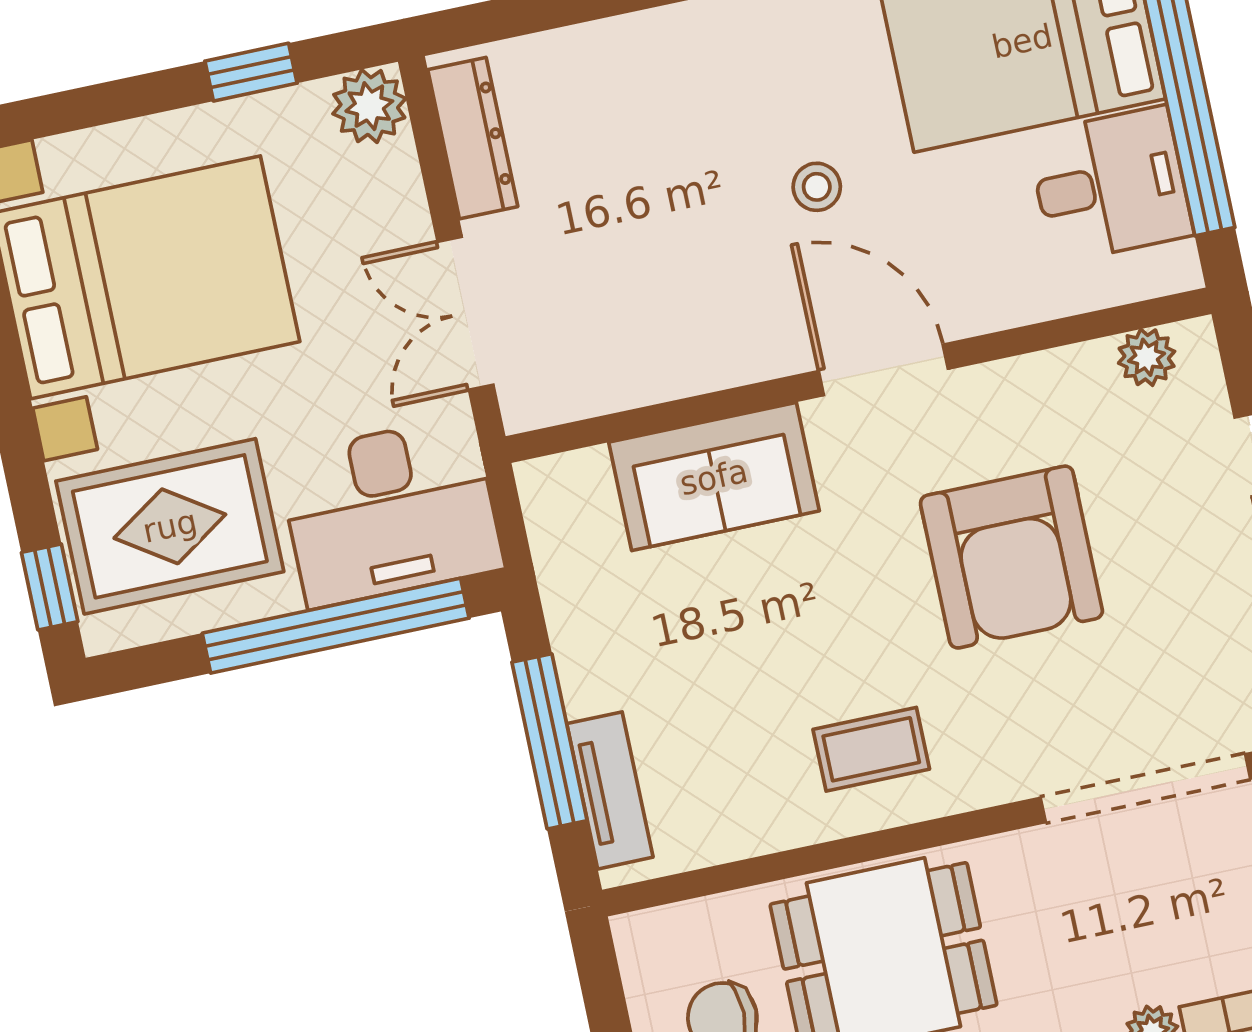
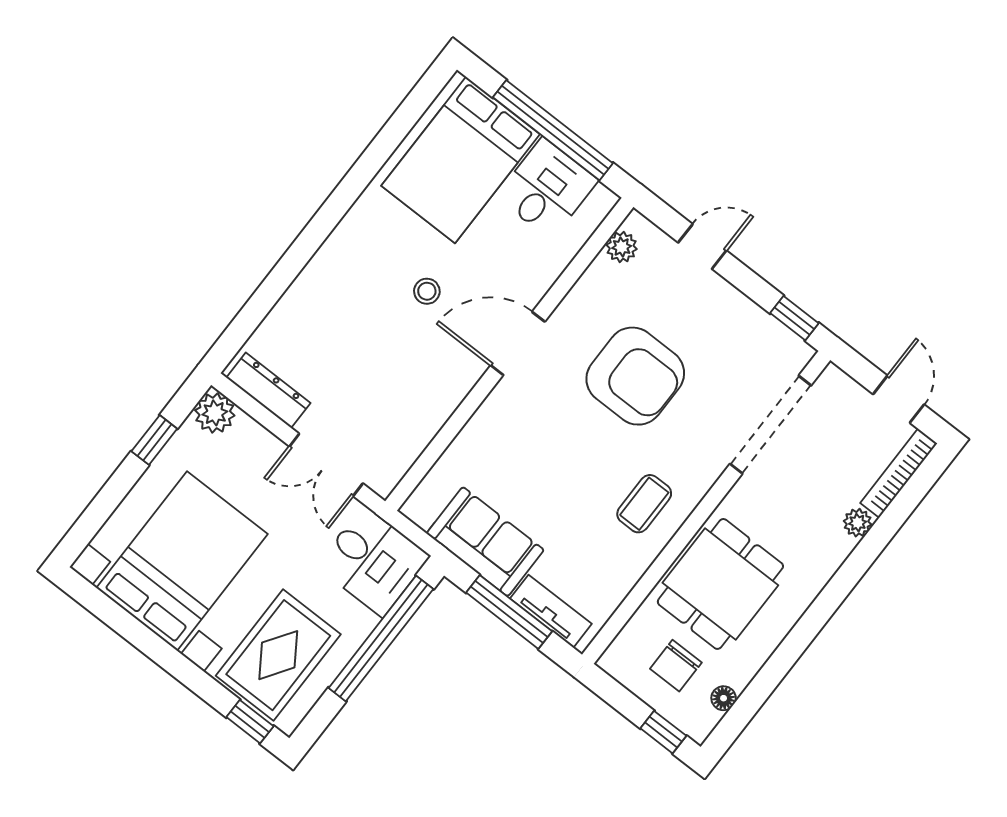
sofa: (714, 477) -> (485, 542), moved, turned -90
desk: (390, 512) -> (373, 561), width x0.73

